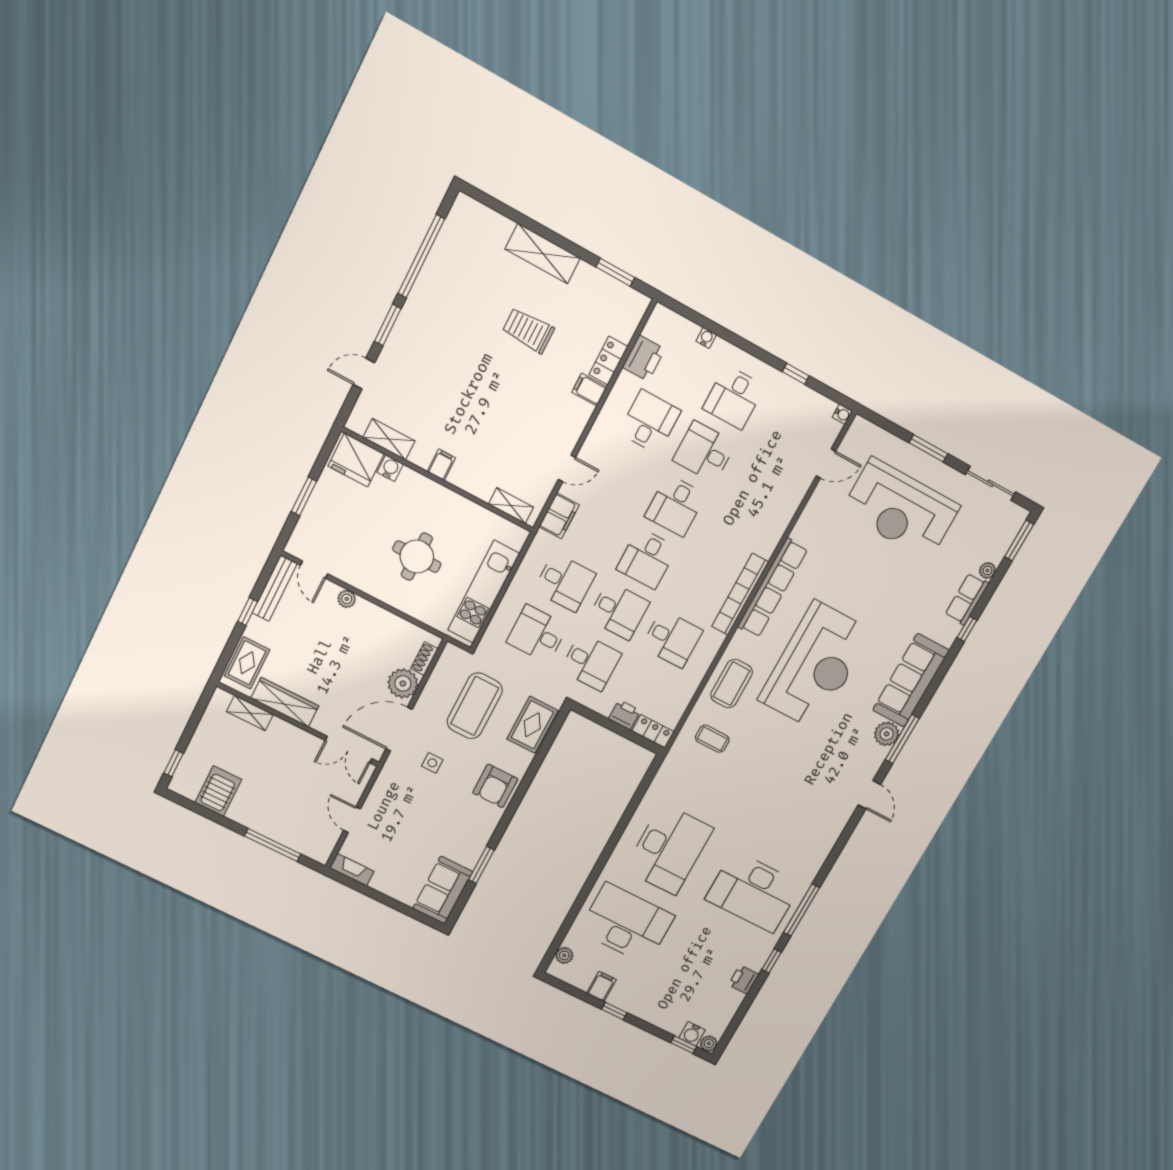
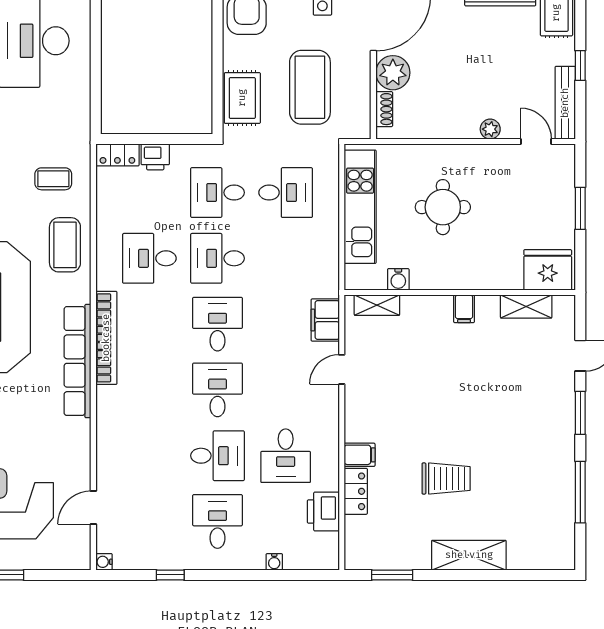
window: (421, 256) -> (580, 492), width x0.68
water cooler: (390, 468) -> (398, 279), moved
desk: (565, 582) -> (286, 258), removed

